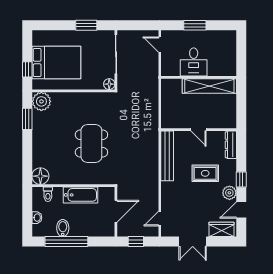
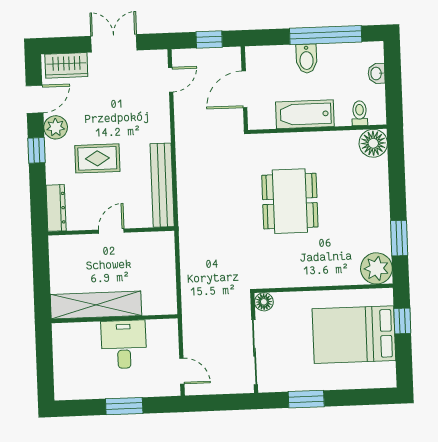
door: (199, 130) -> (111, 231), hinge flipped
bidet: (63, 228) -> (306, 59), moved

